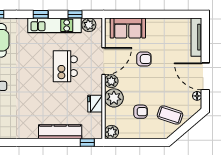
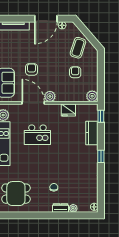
plant: (114, 98) -> (64, 94), removed
kitchen counter: (60, 132) -> (92, 133), width x0.67
window: (39, 143) -> (101, 156), added

